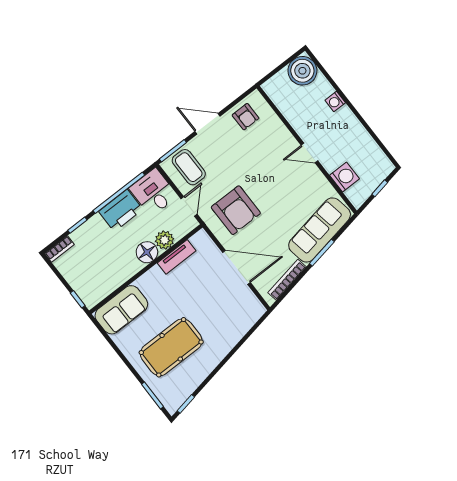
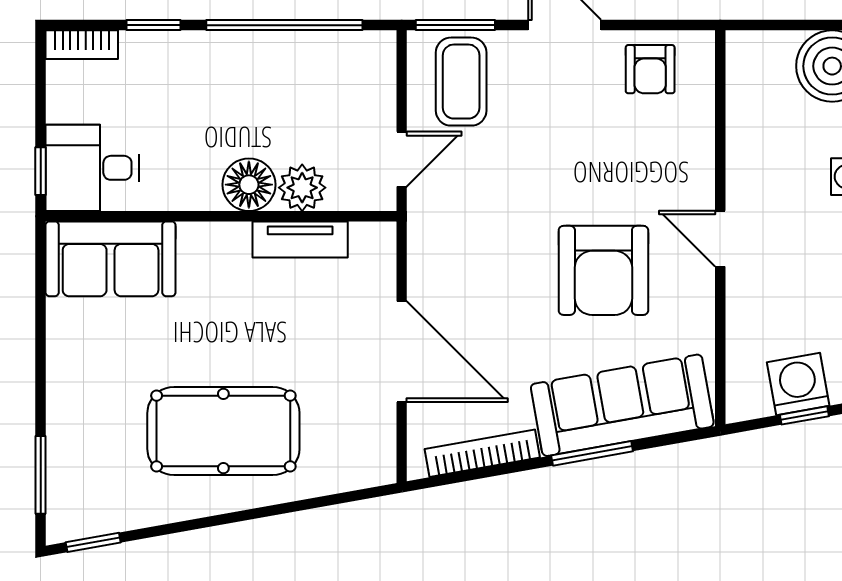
washing machine: (345, 177) -> (798, 384), moved, turned -100
desk: (153, 192) -> (92, 168), moved, turned -90
printer: (121, 210) -> (261, 63), removed
armchair: (236, 210) -> (603, 270), moved
pool table: (171, 347) -> (223, 431), moved

